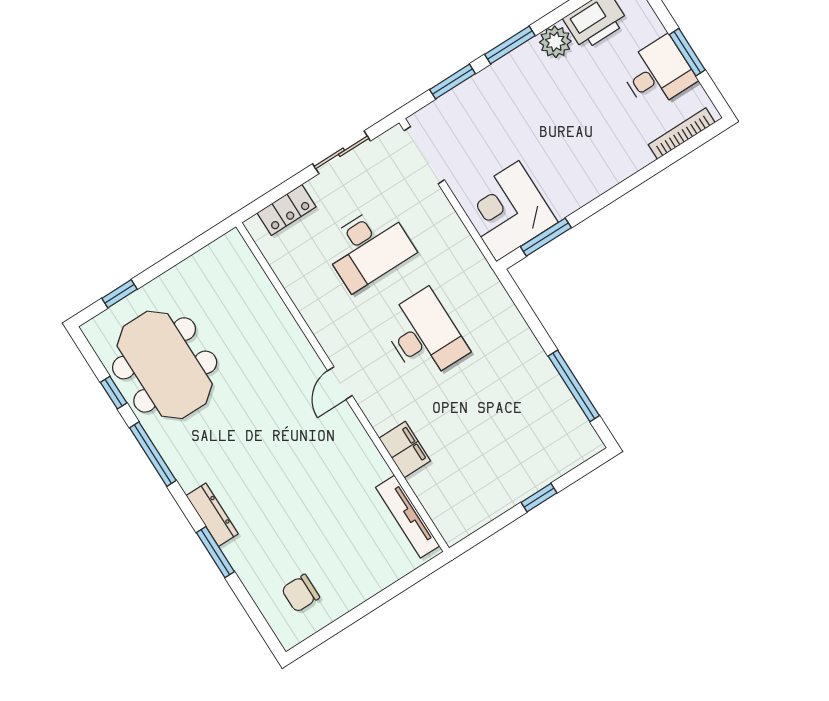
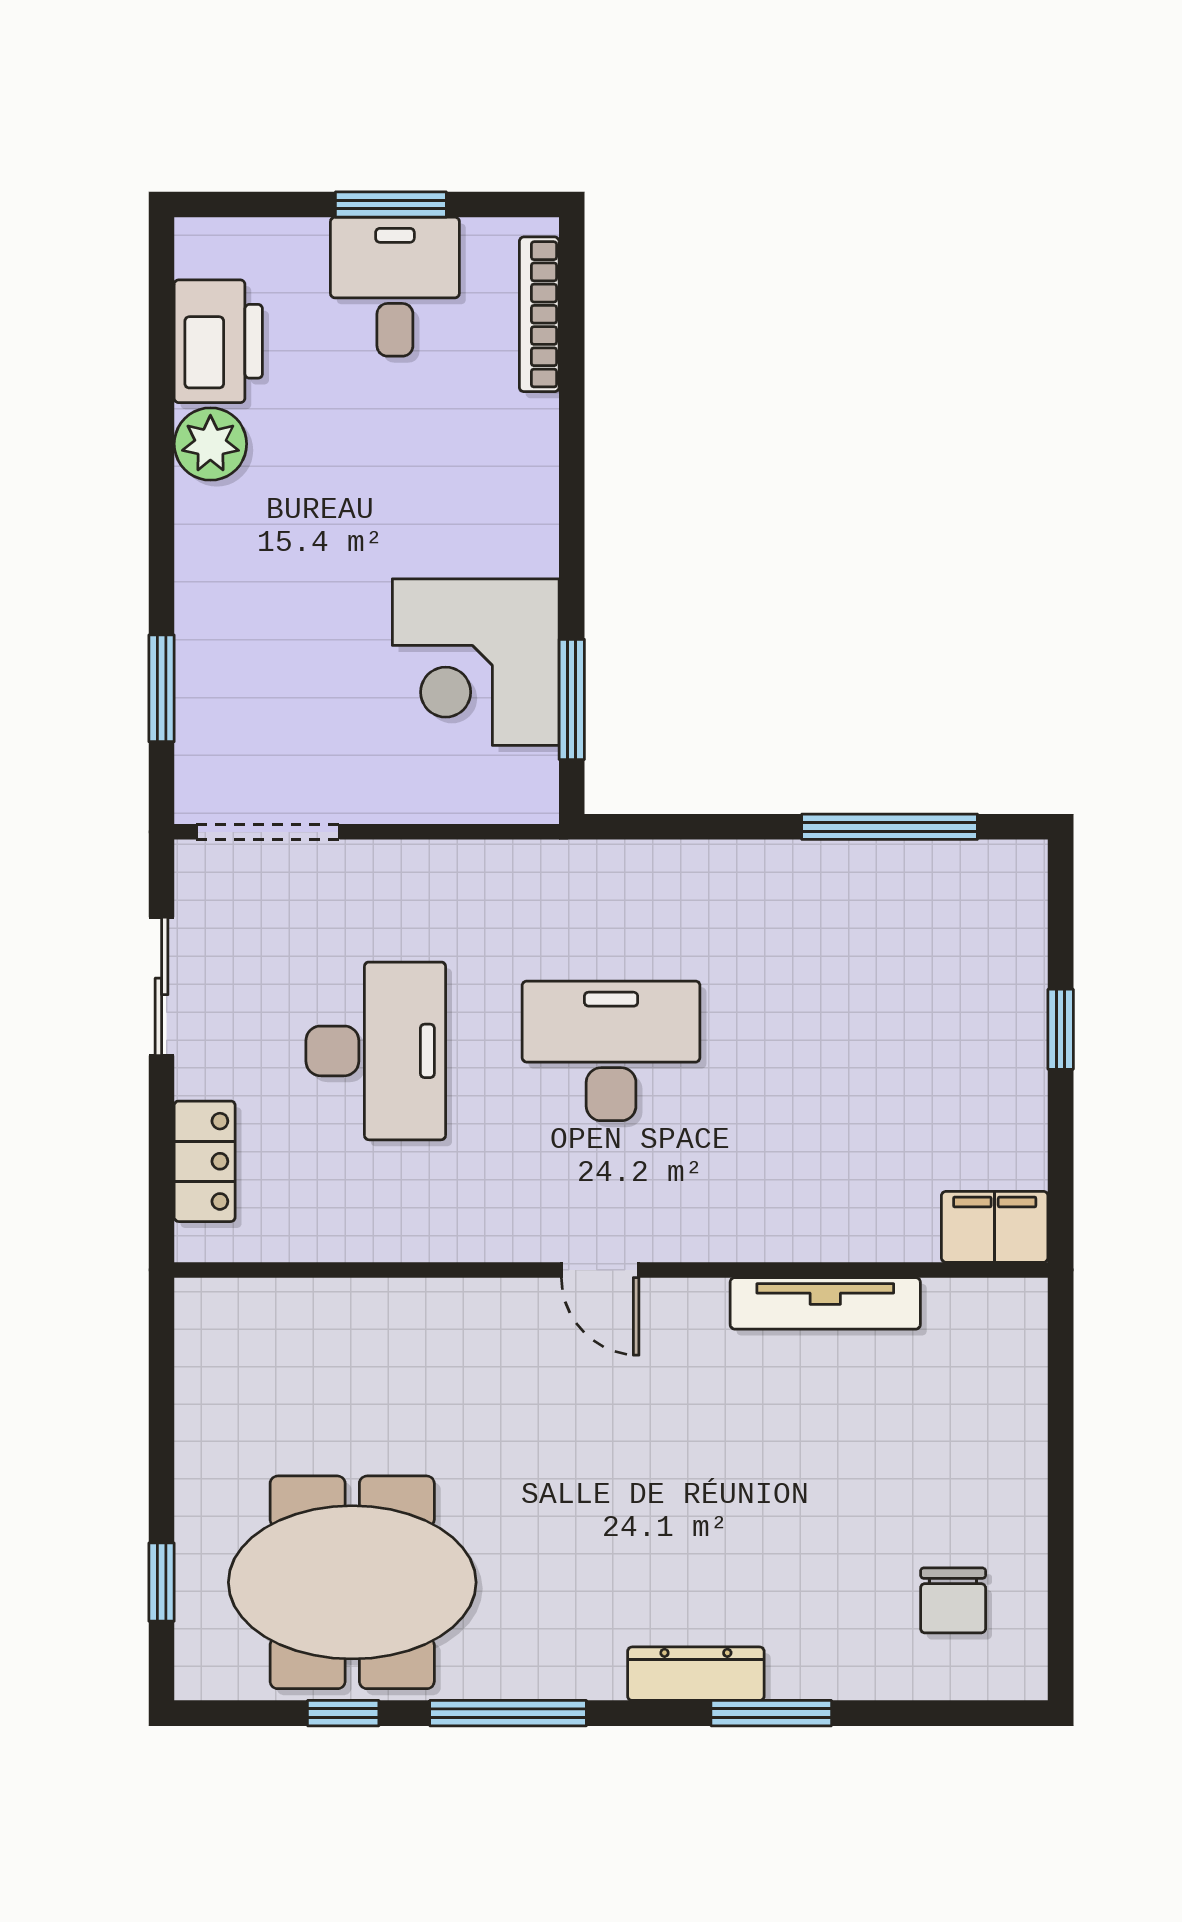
window: (510, 45) -> (162, 535), removed
corner desk: (508, 211) -> (476, 662), moved
filing cabinet: (405, 450) -> (995, 1227), moved
tv unit: (408, 517) -> (825, 1303), moved

